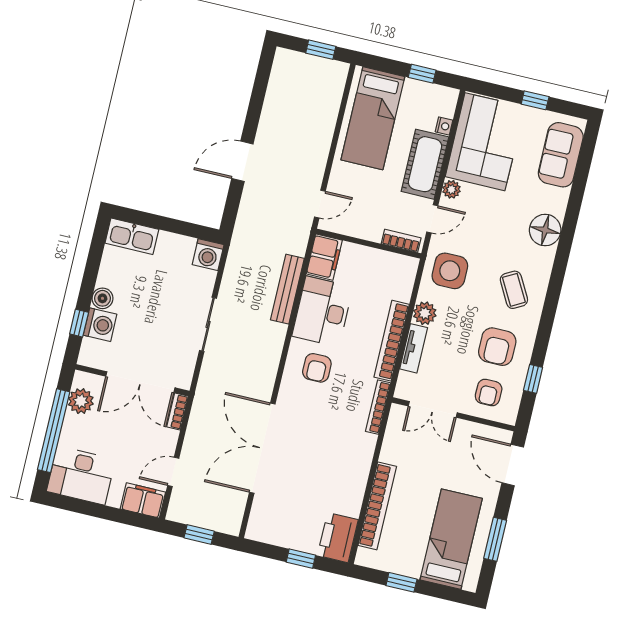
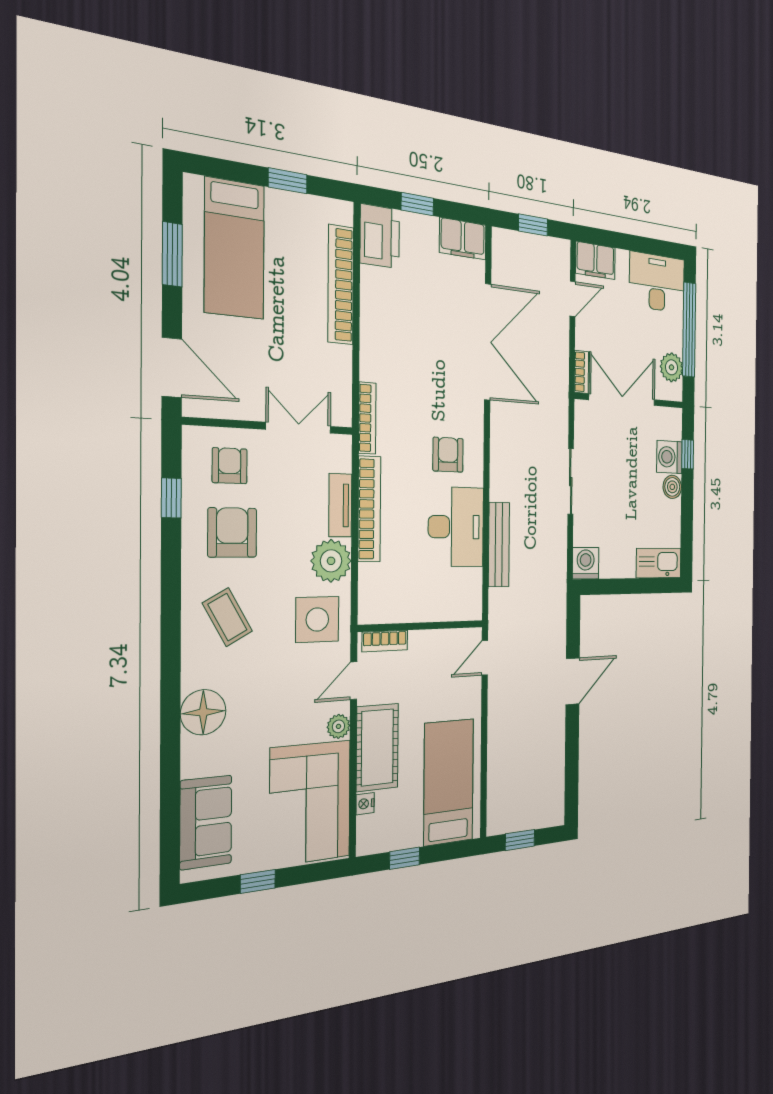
filing cabinet: (324, 257) -> (463, 239), moved, turned -90
plant: (425, 313) -> (331, 561), width x1.36, depth x1.36

